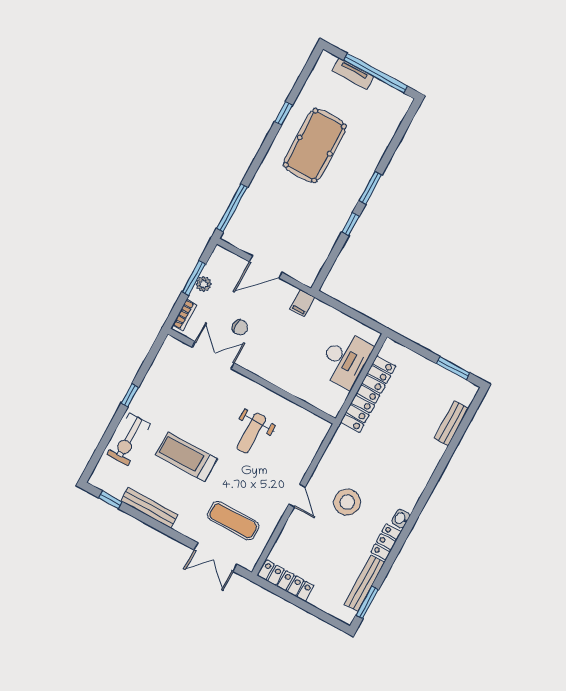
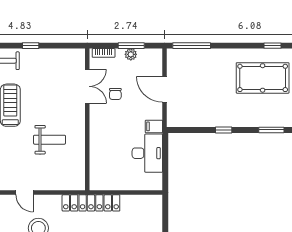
window: (370, 188) -> (271, 130), moved
desk: (345, 359) -> (147, 153), moved, turned -90
locker: (368, 394) -> (91, 203), moved
weight bench: (251, 433) -> (49, 140), turned 180
door: (297, 496) -> (25, 192), hinge flipped

